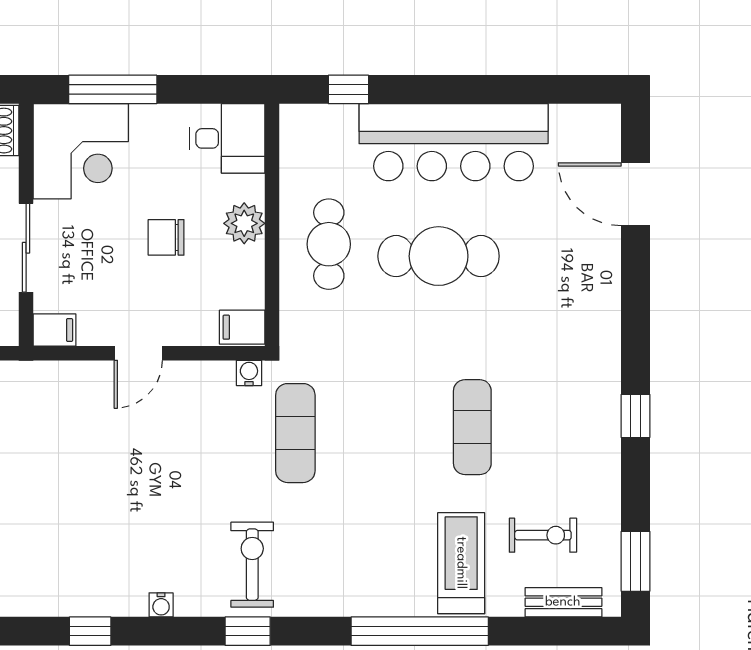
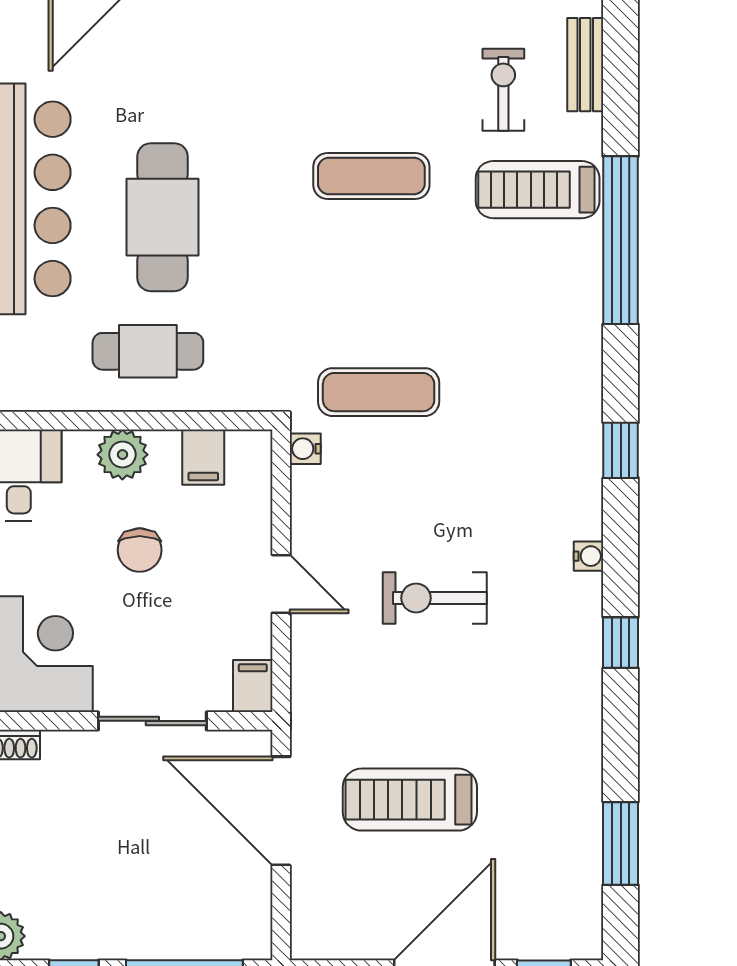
filing cabinet: (242, 327) -> (203, 457), moved
exercise bike: (252, 565) -> (435, 598), moved

